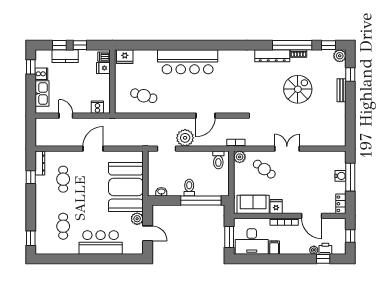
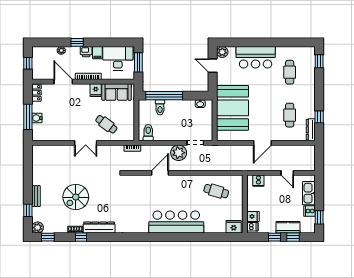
window: (292, 45) -> (81, 237), width x0.32
plant: (240, 157) -> (129, 135), removed
toilet: (189, 188) -> (160, 107), moved
plant: (137, 219) -> (222, 52), moved
printer: (325, 249) -> (86, 52), moved
window: (323, 259) -> (77, 42), moved

